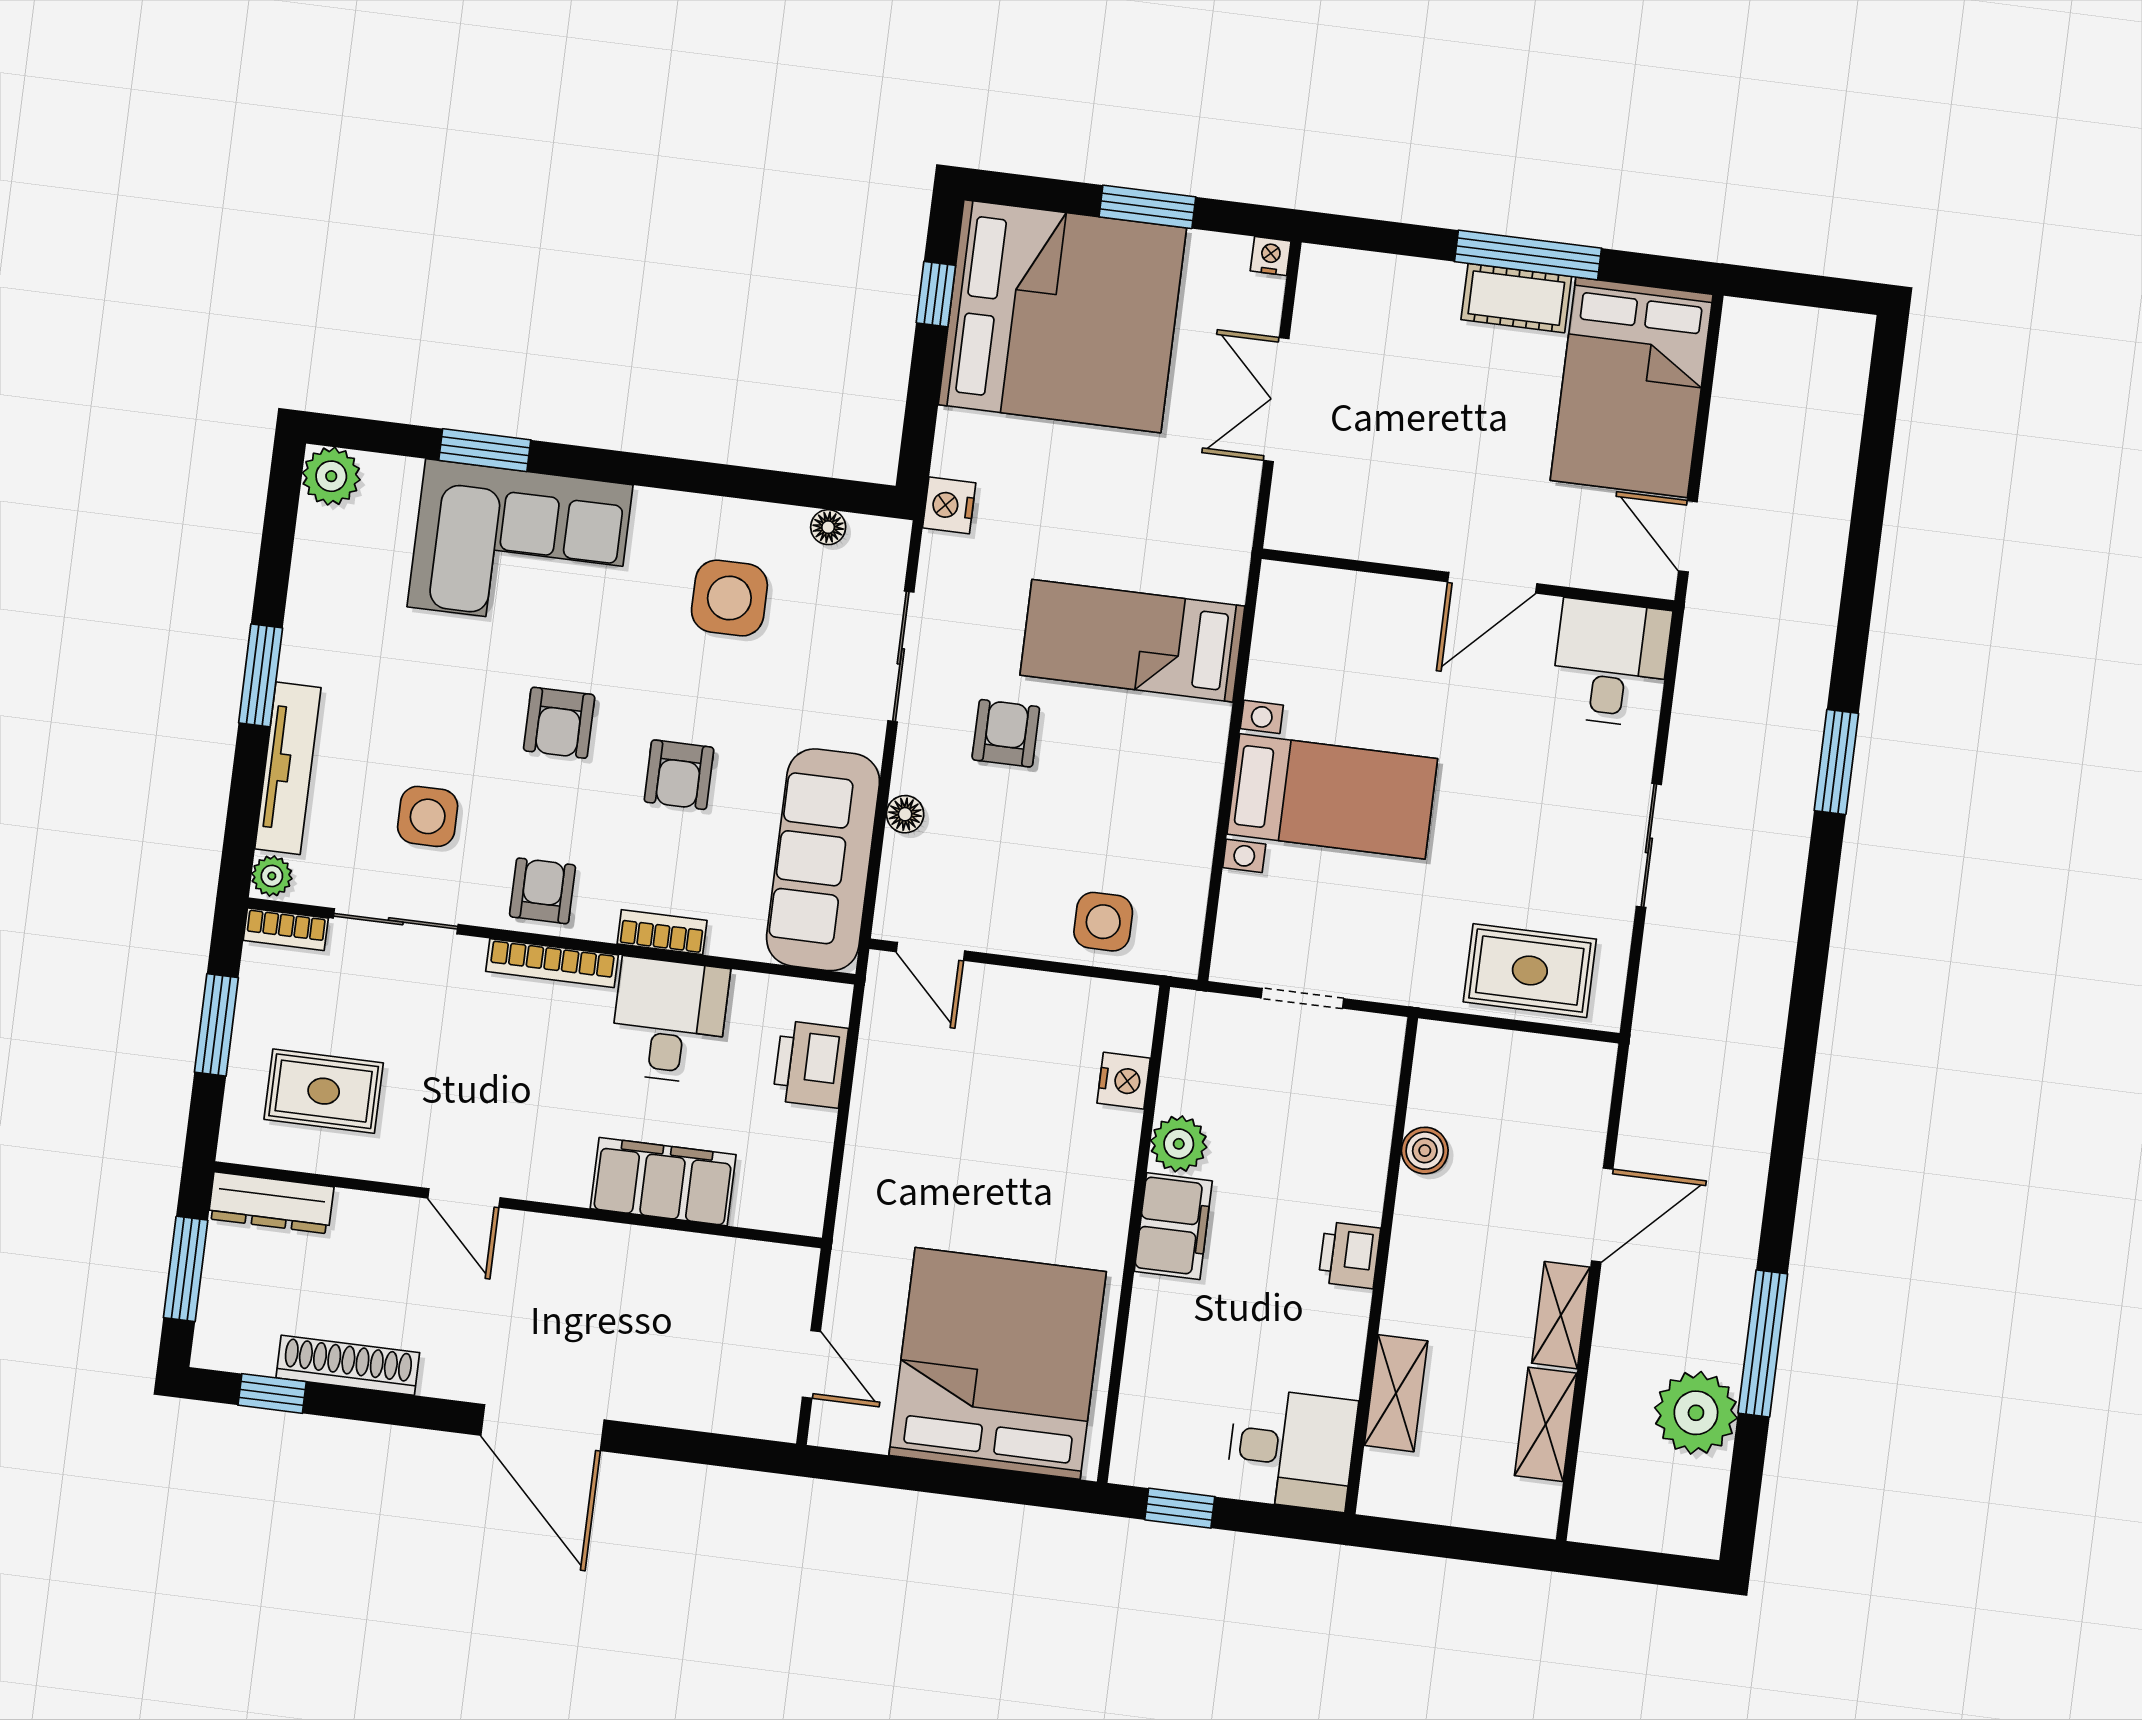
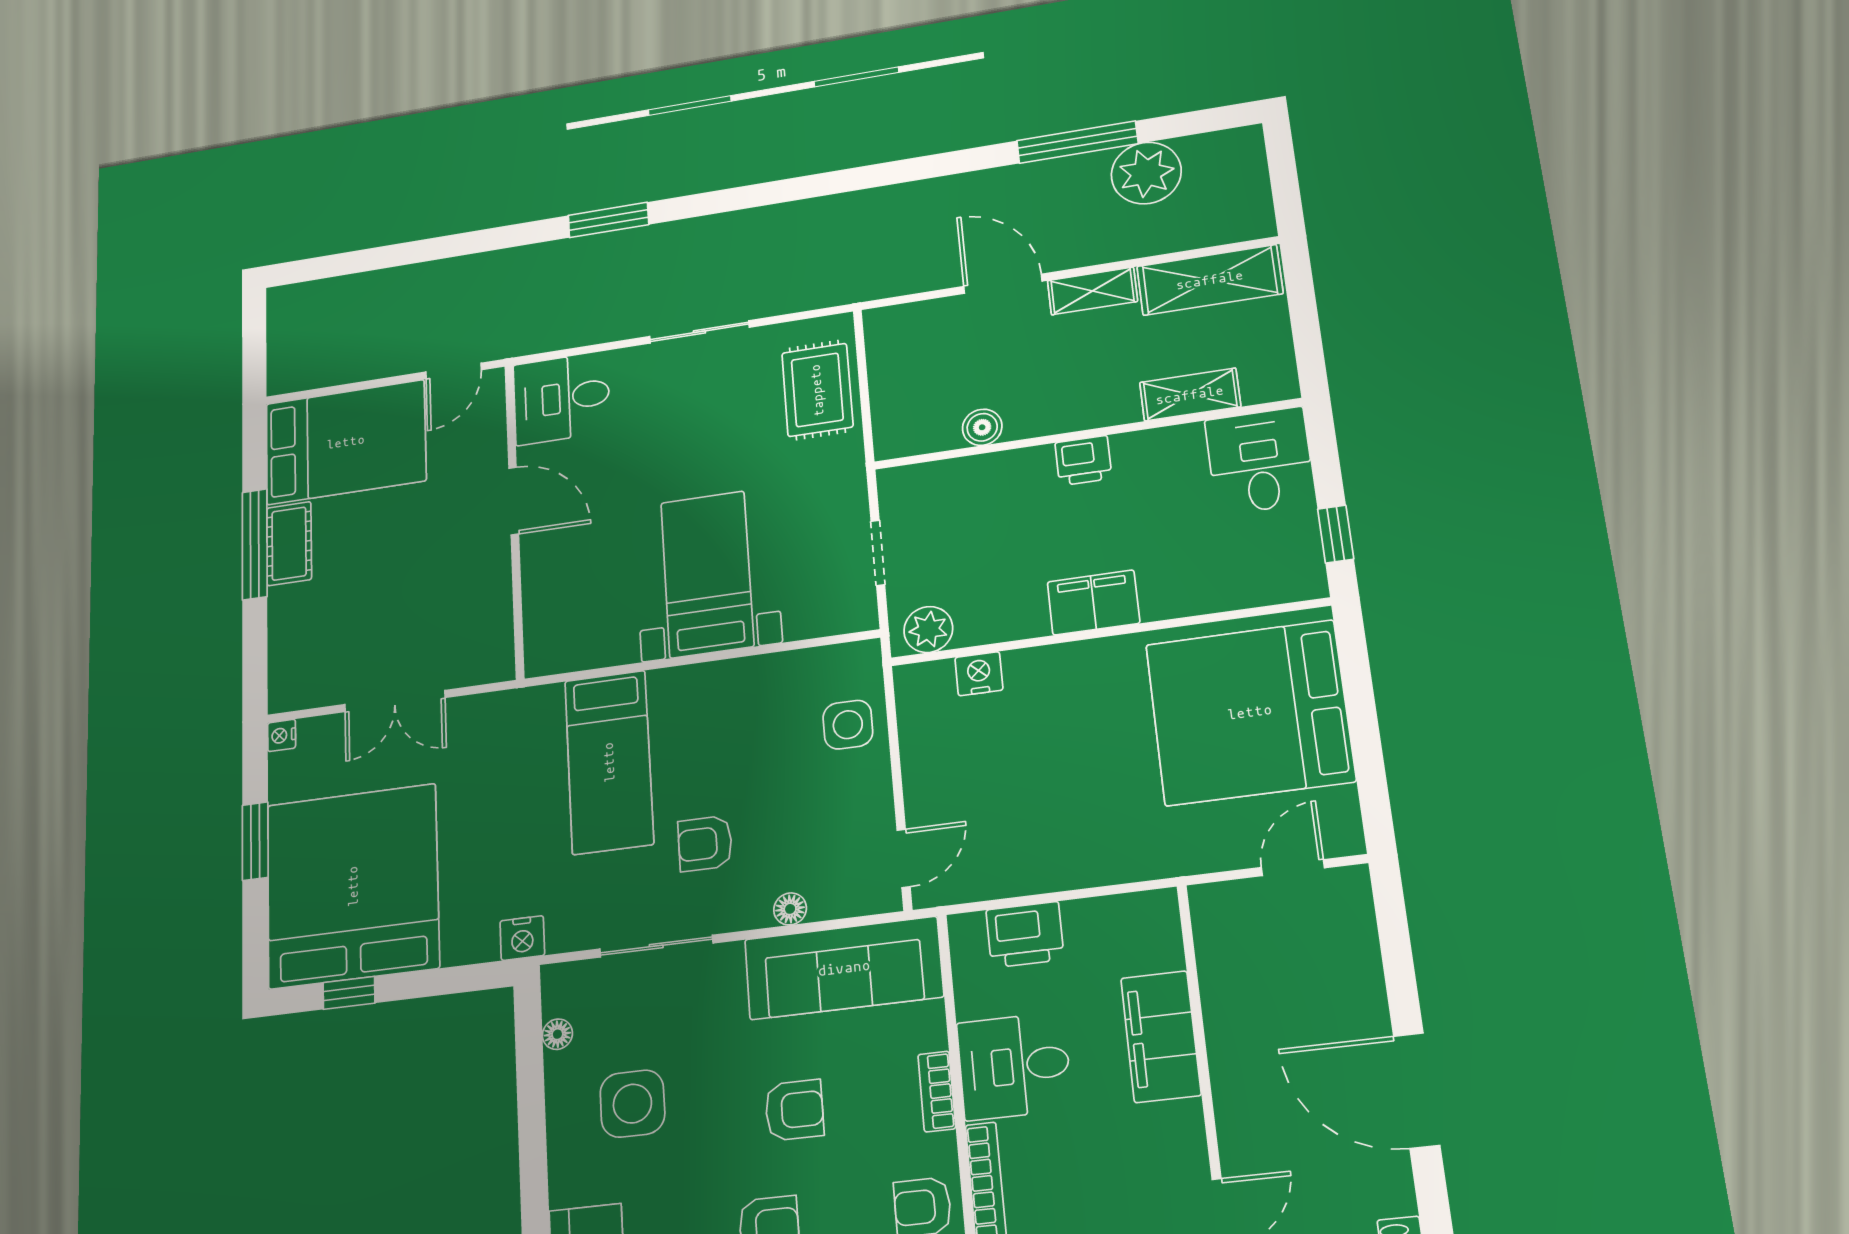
plant: (1179, 1144) -> (928, 629), moved
shelving: (1546, 1424) -> (1210, 280), width x1.50, depth x1.33
door: (542, 1428) -> (1417, 1090), swing flipped

